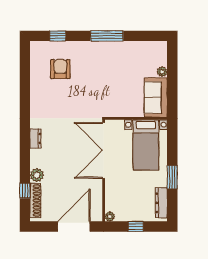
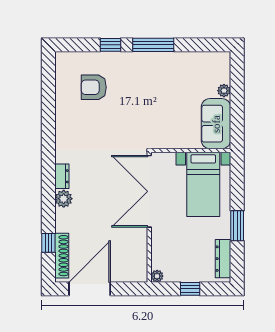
window: (58, 36) -> (110, 45), moved
armchair: (60, 69) -> (94, 87), turned -90
plant: (37, 175) -> (64, 199), moved
door: (74, 226) -> (90, 289), moved

